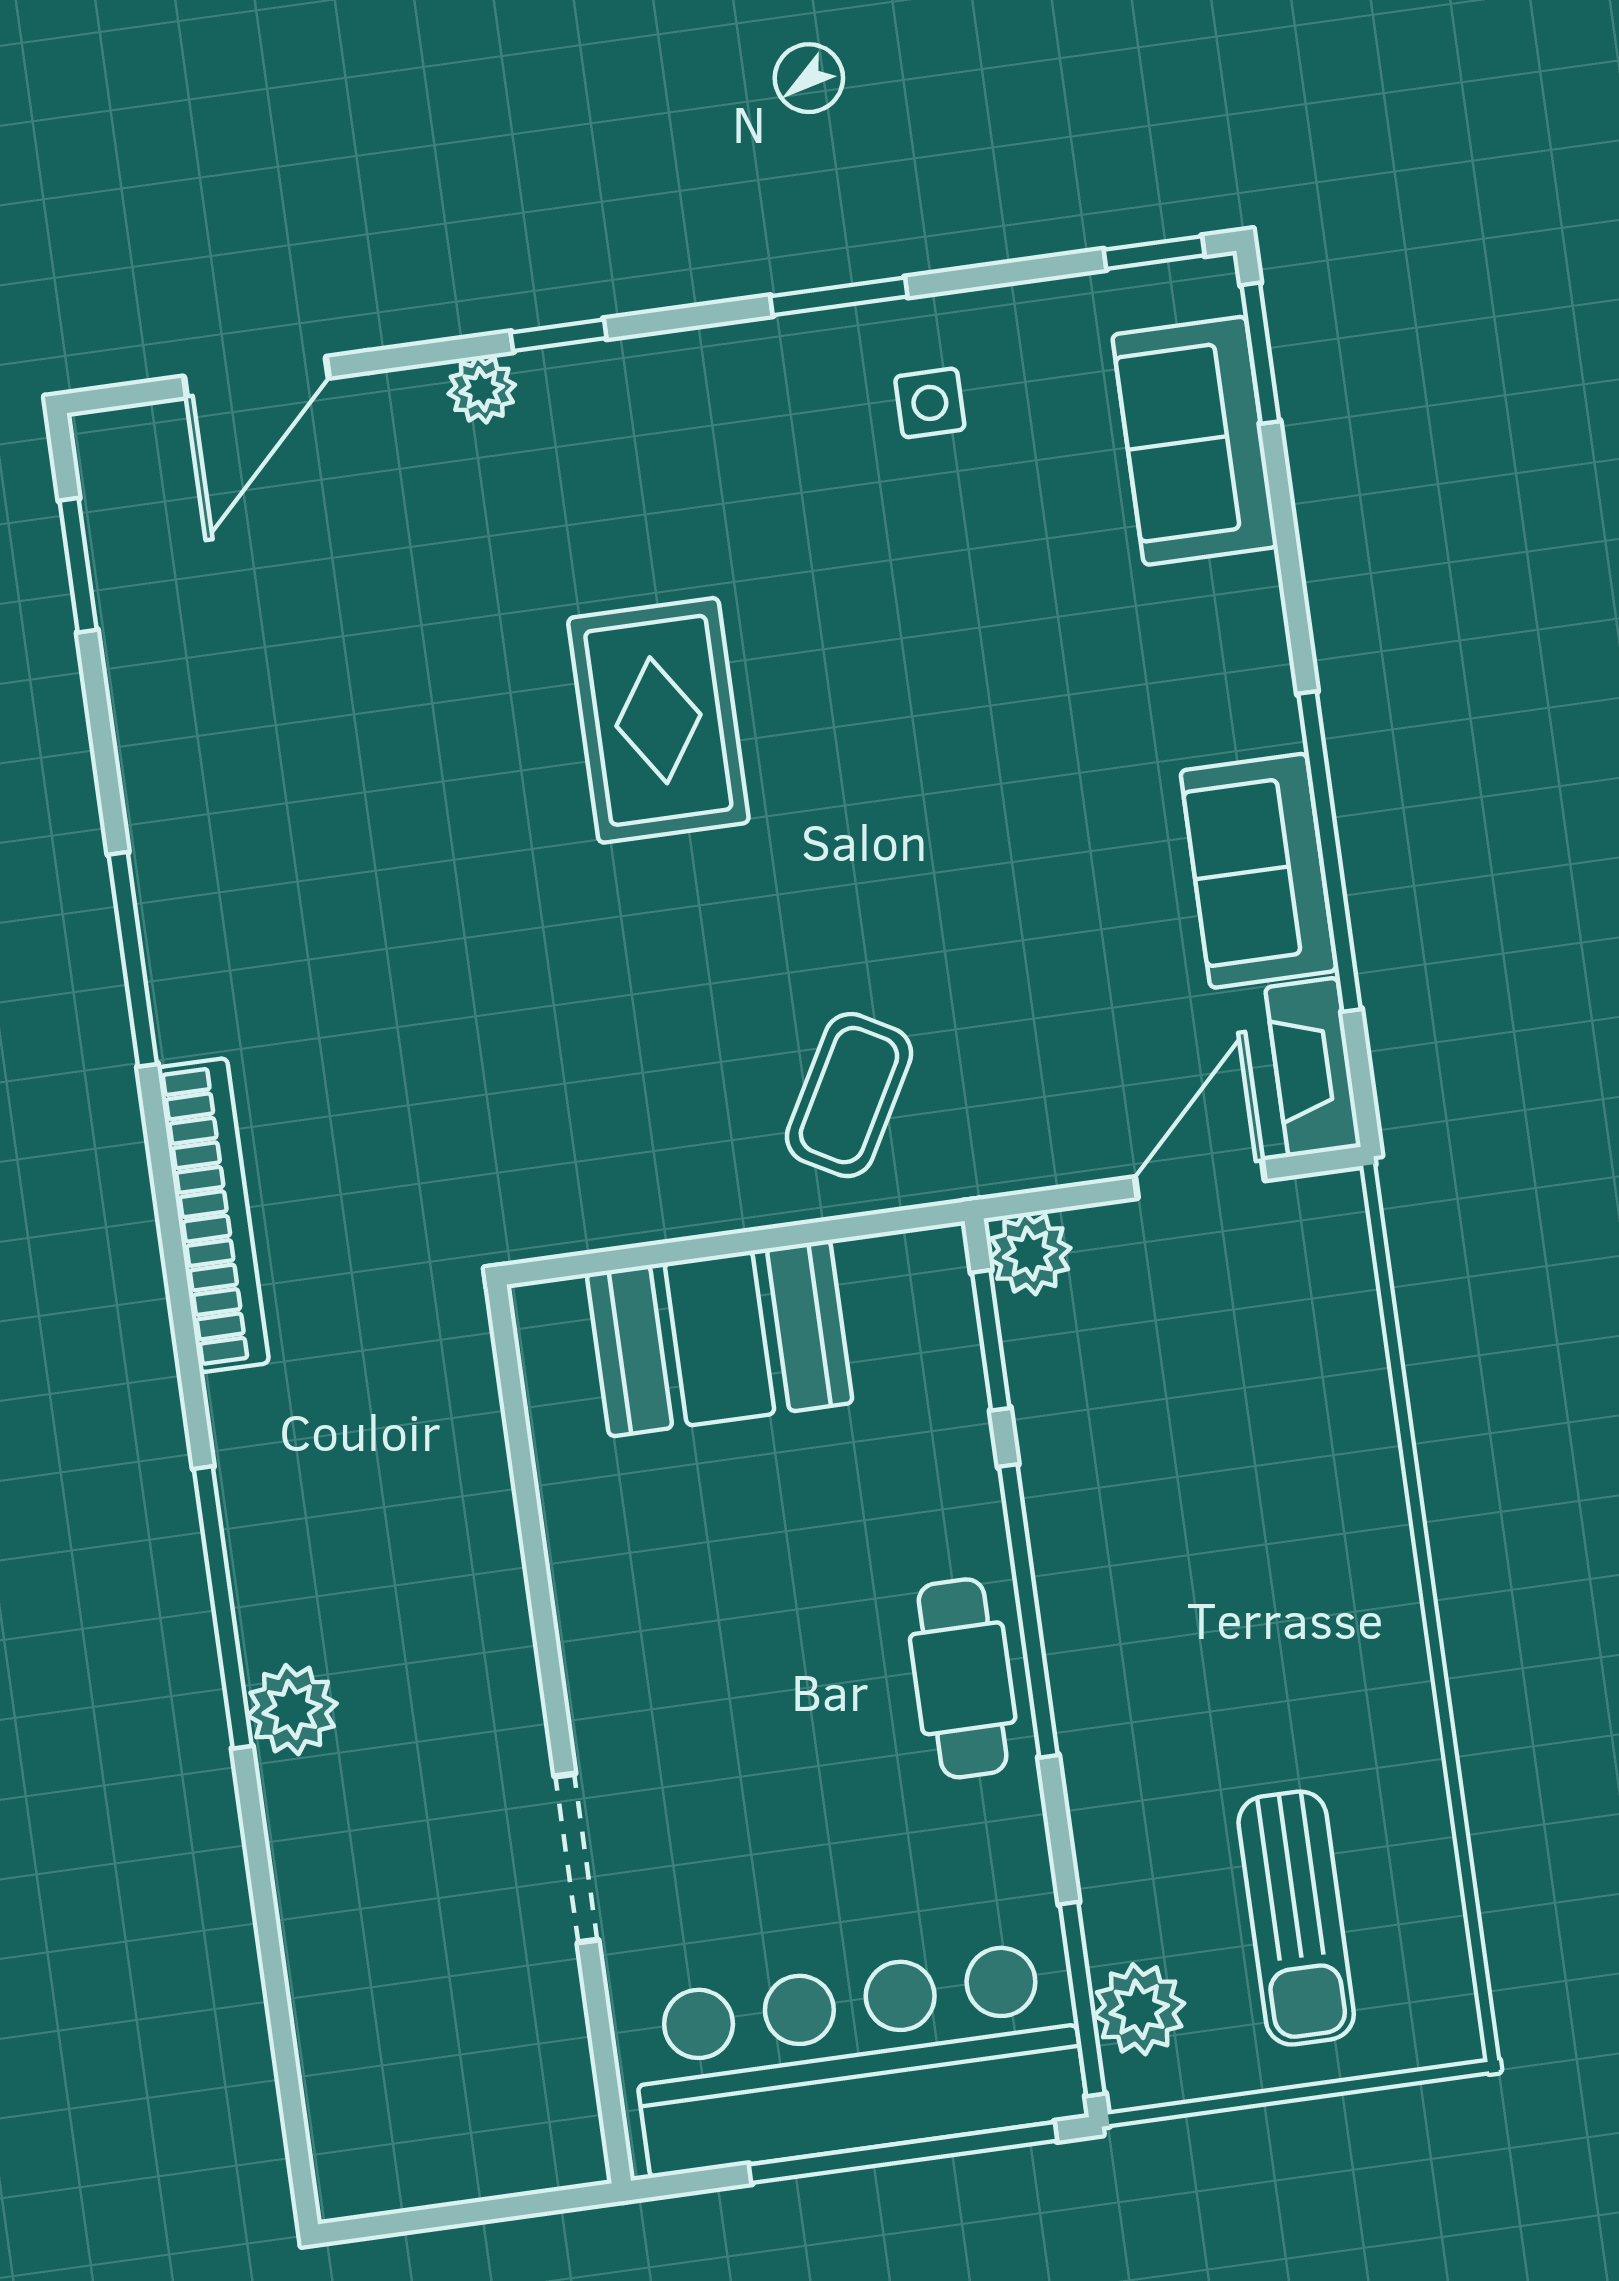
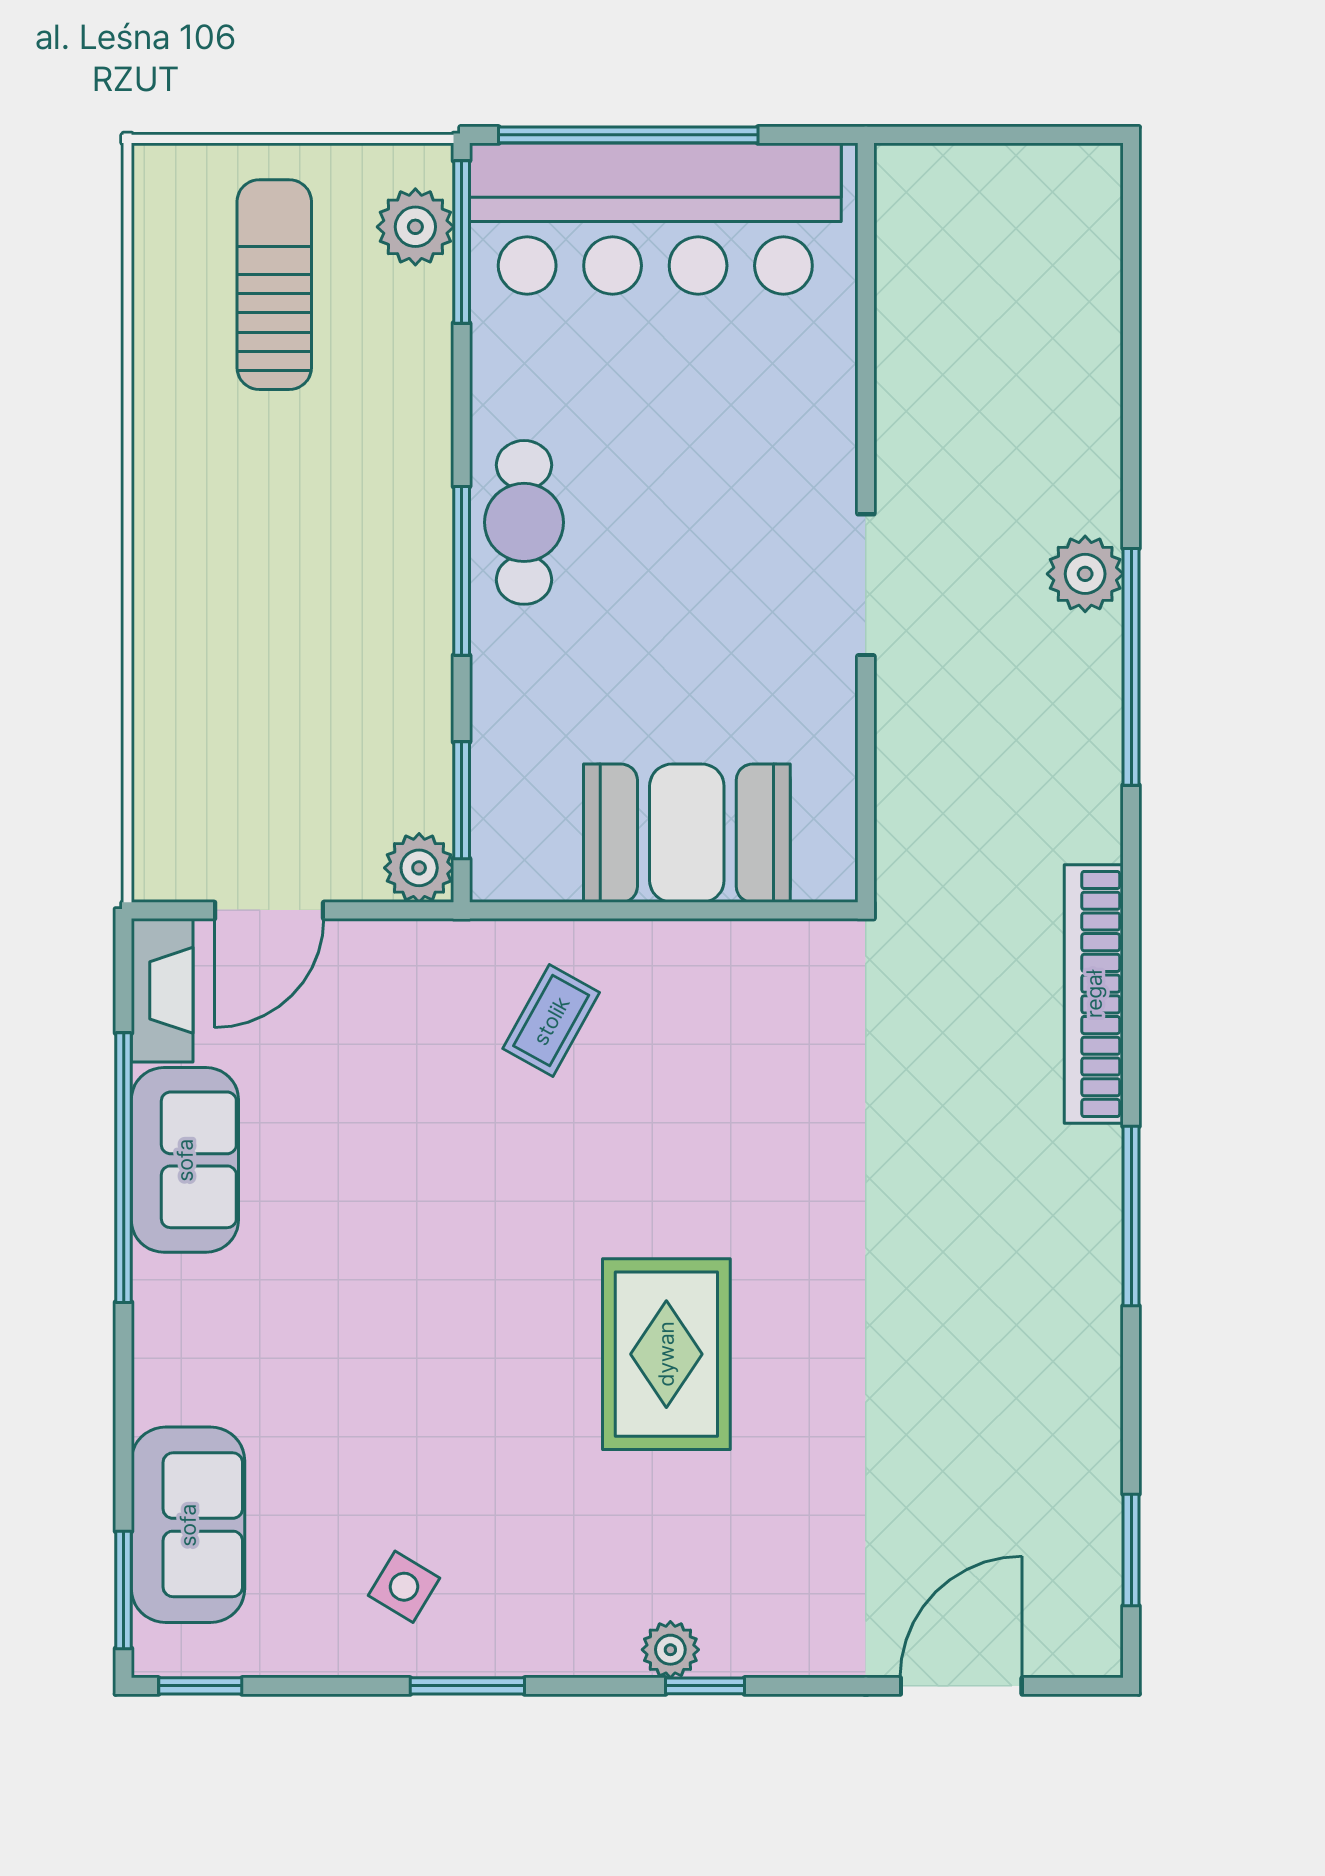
plant: (482, 389) -> (670, 1650), moved
side table: (930, 403) -> (404, 1587), turned 31
coffee table: (849, 1095) -> (551, 1021), width x0.73, depth x0.77
window: (1028, 1611) -> (462, 571), width x0.68
doorway: (576, 1858) -> (866, 585), moved

